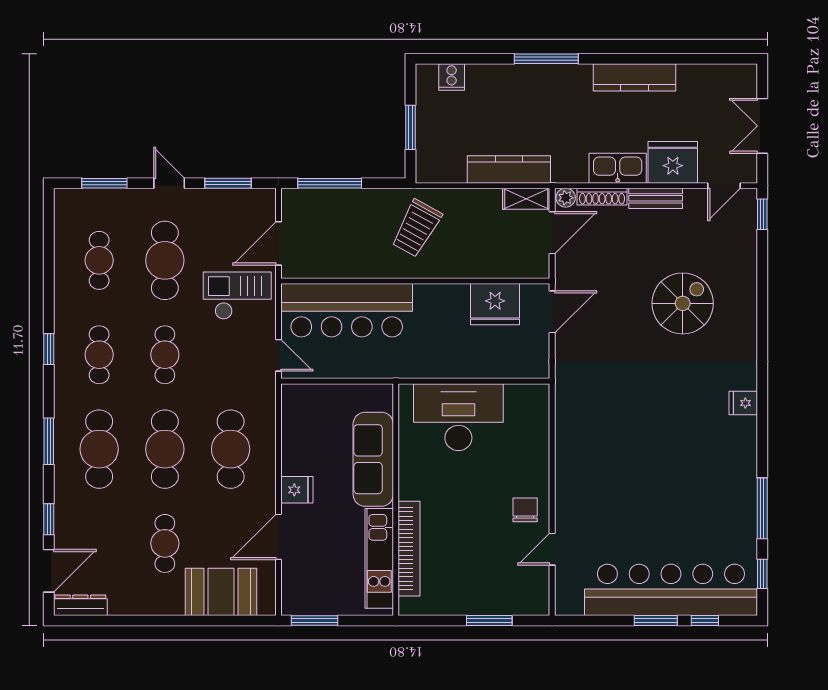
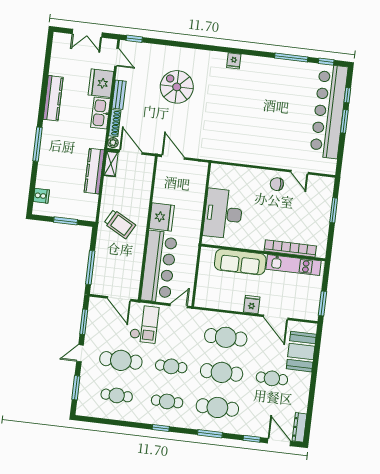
checkout: (237, 296) -> (144, 324), turned 180
fridge: (495, 304) -> (162, 217), moved

